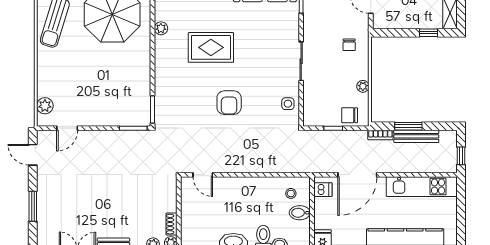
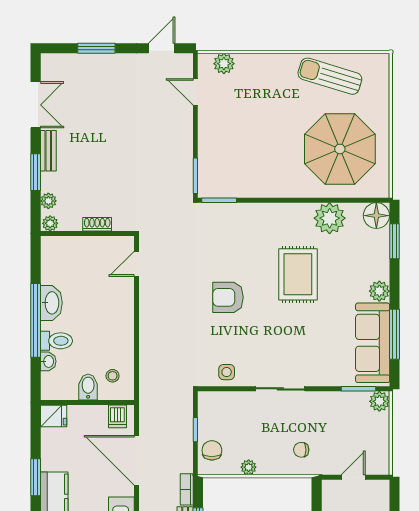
plant: (161, 28) -> (330, 218), width x1.87, depth x1.87
shoe rack: (172, 224) -> (97, 224), moved

